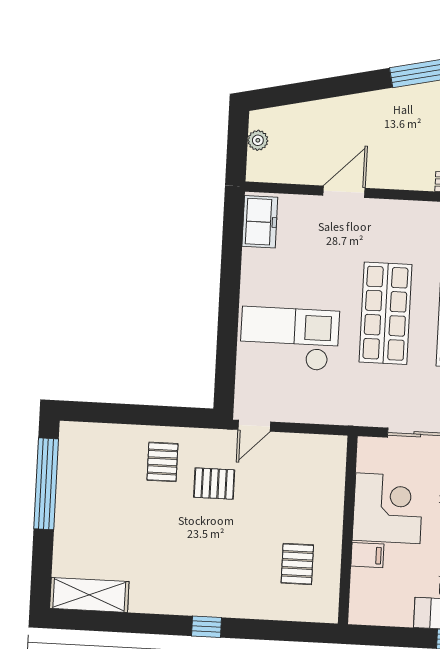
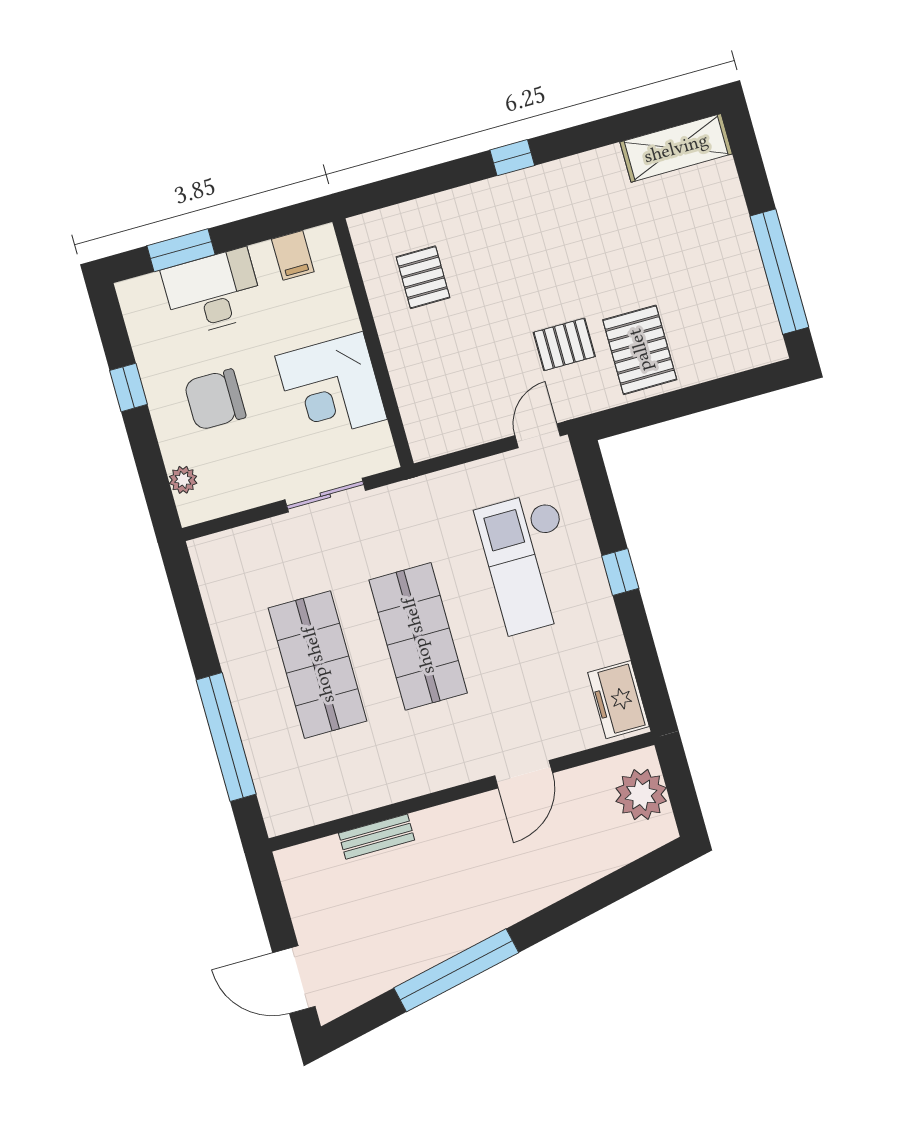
plant: (258, 140) -> (641, 795), width x1.88, depth x1.88
window: (229, 311) -> (620, 572), added
checkout: (289, 339) -> (530, 562), turned 90
pallet: (162, 462) -> (640, 350), width x1.50, depth x1.42
filing cabinet: (367, 555) -> (293, 255), moved, turned -90

